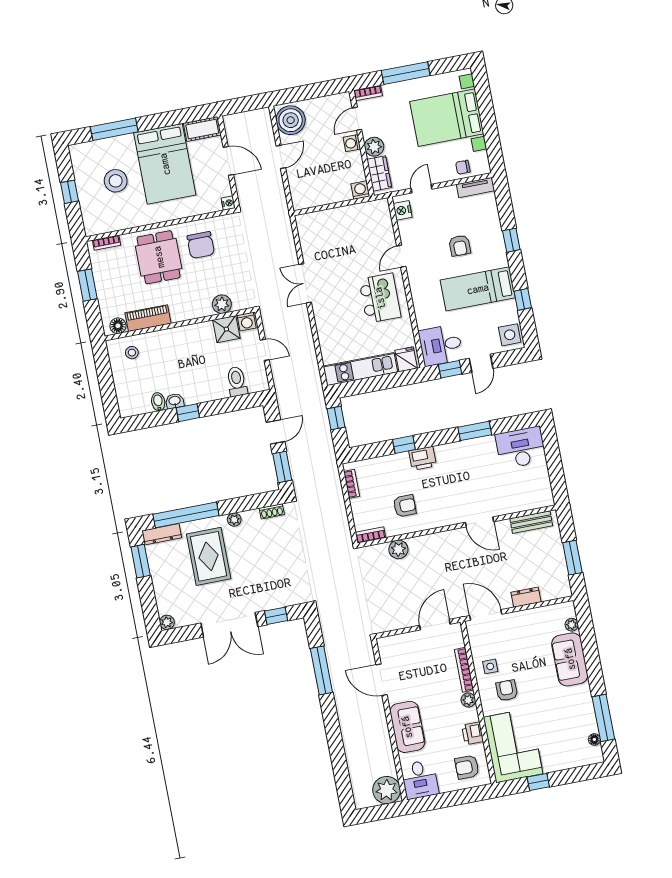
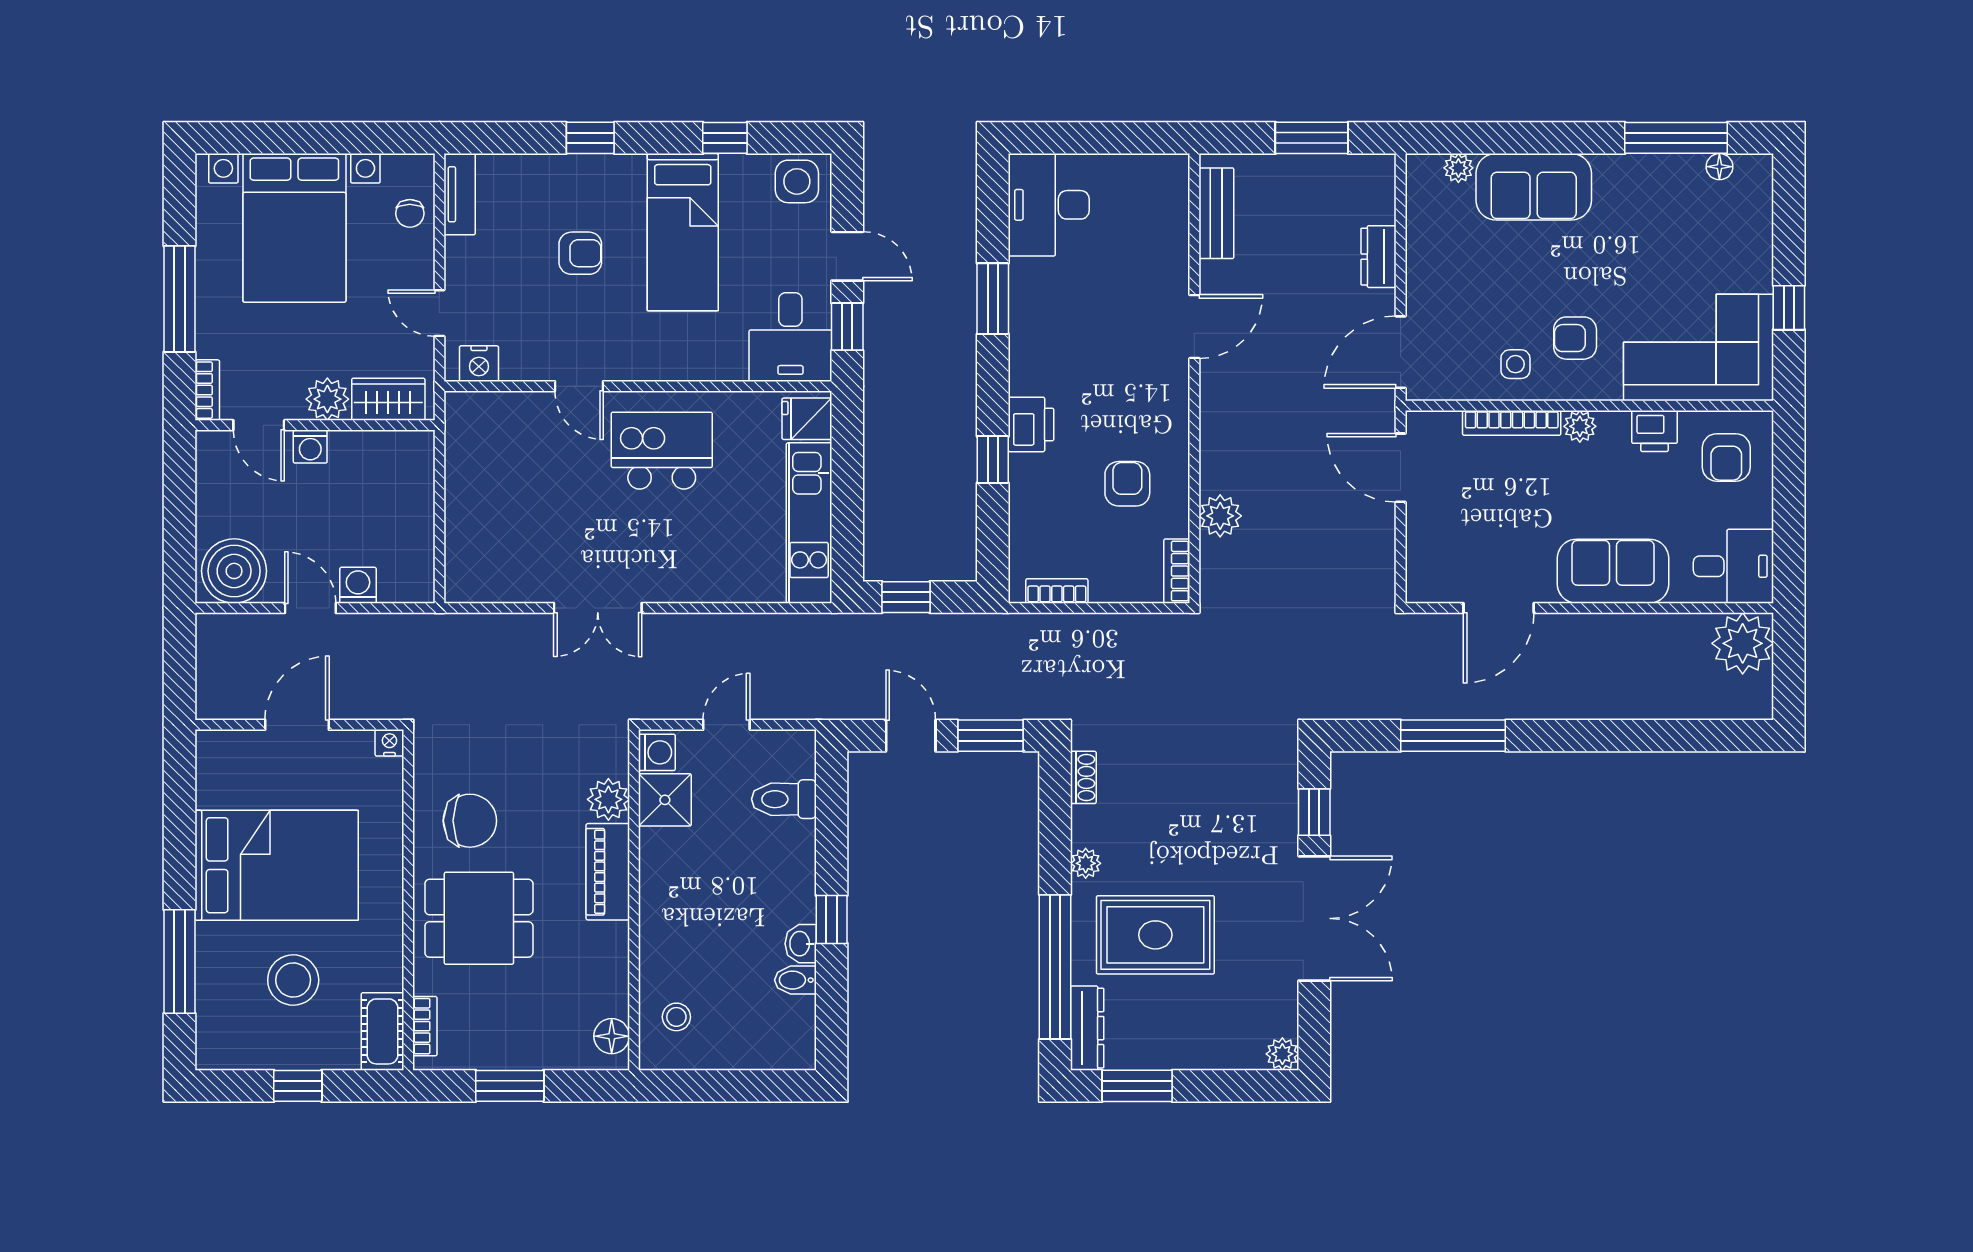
cot: (202, 129) -> (383, 1031), moved
washing machine: (360, 190) -> (358, 585), moved, turned 90
piano: (148, 318) -> (608, 872), moved

